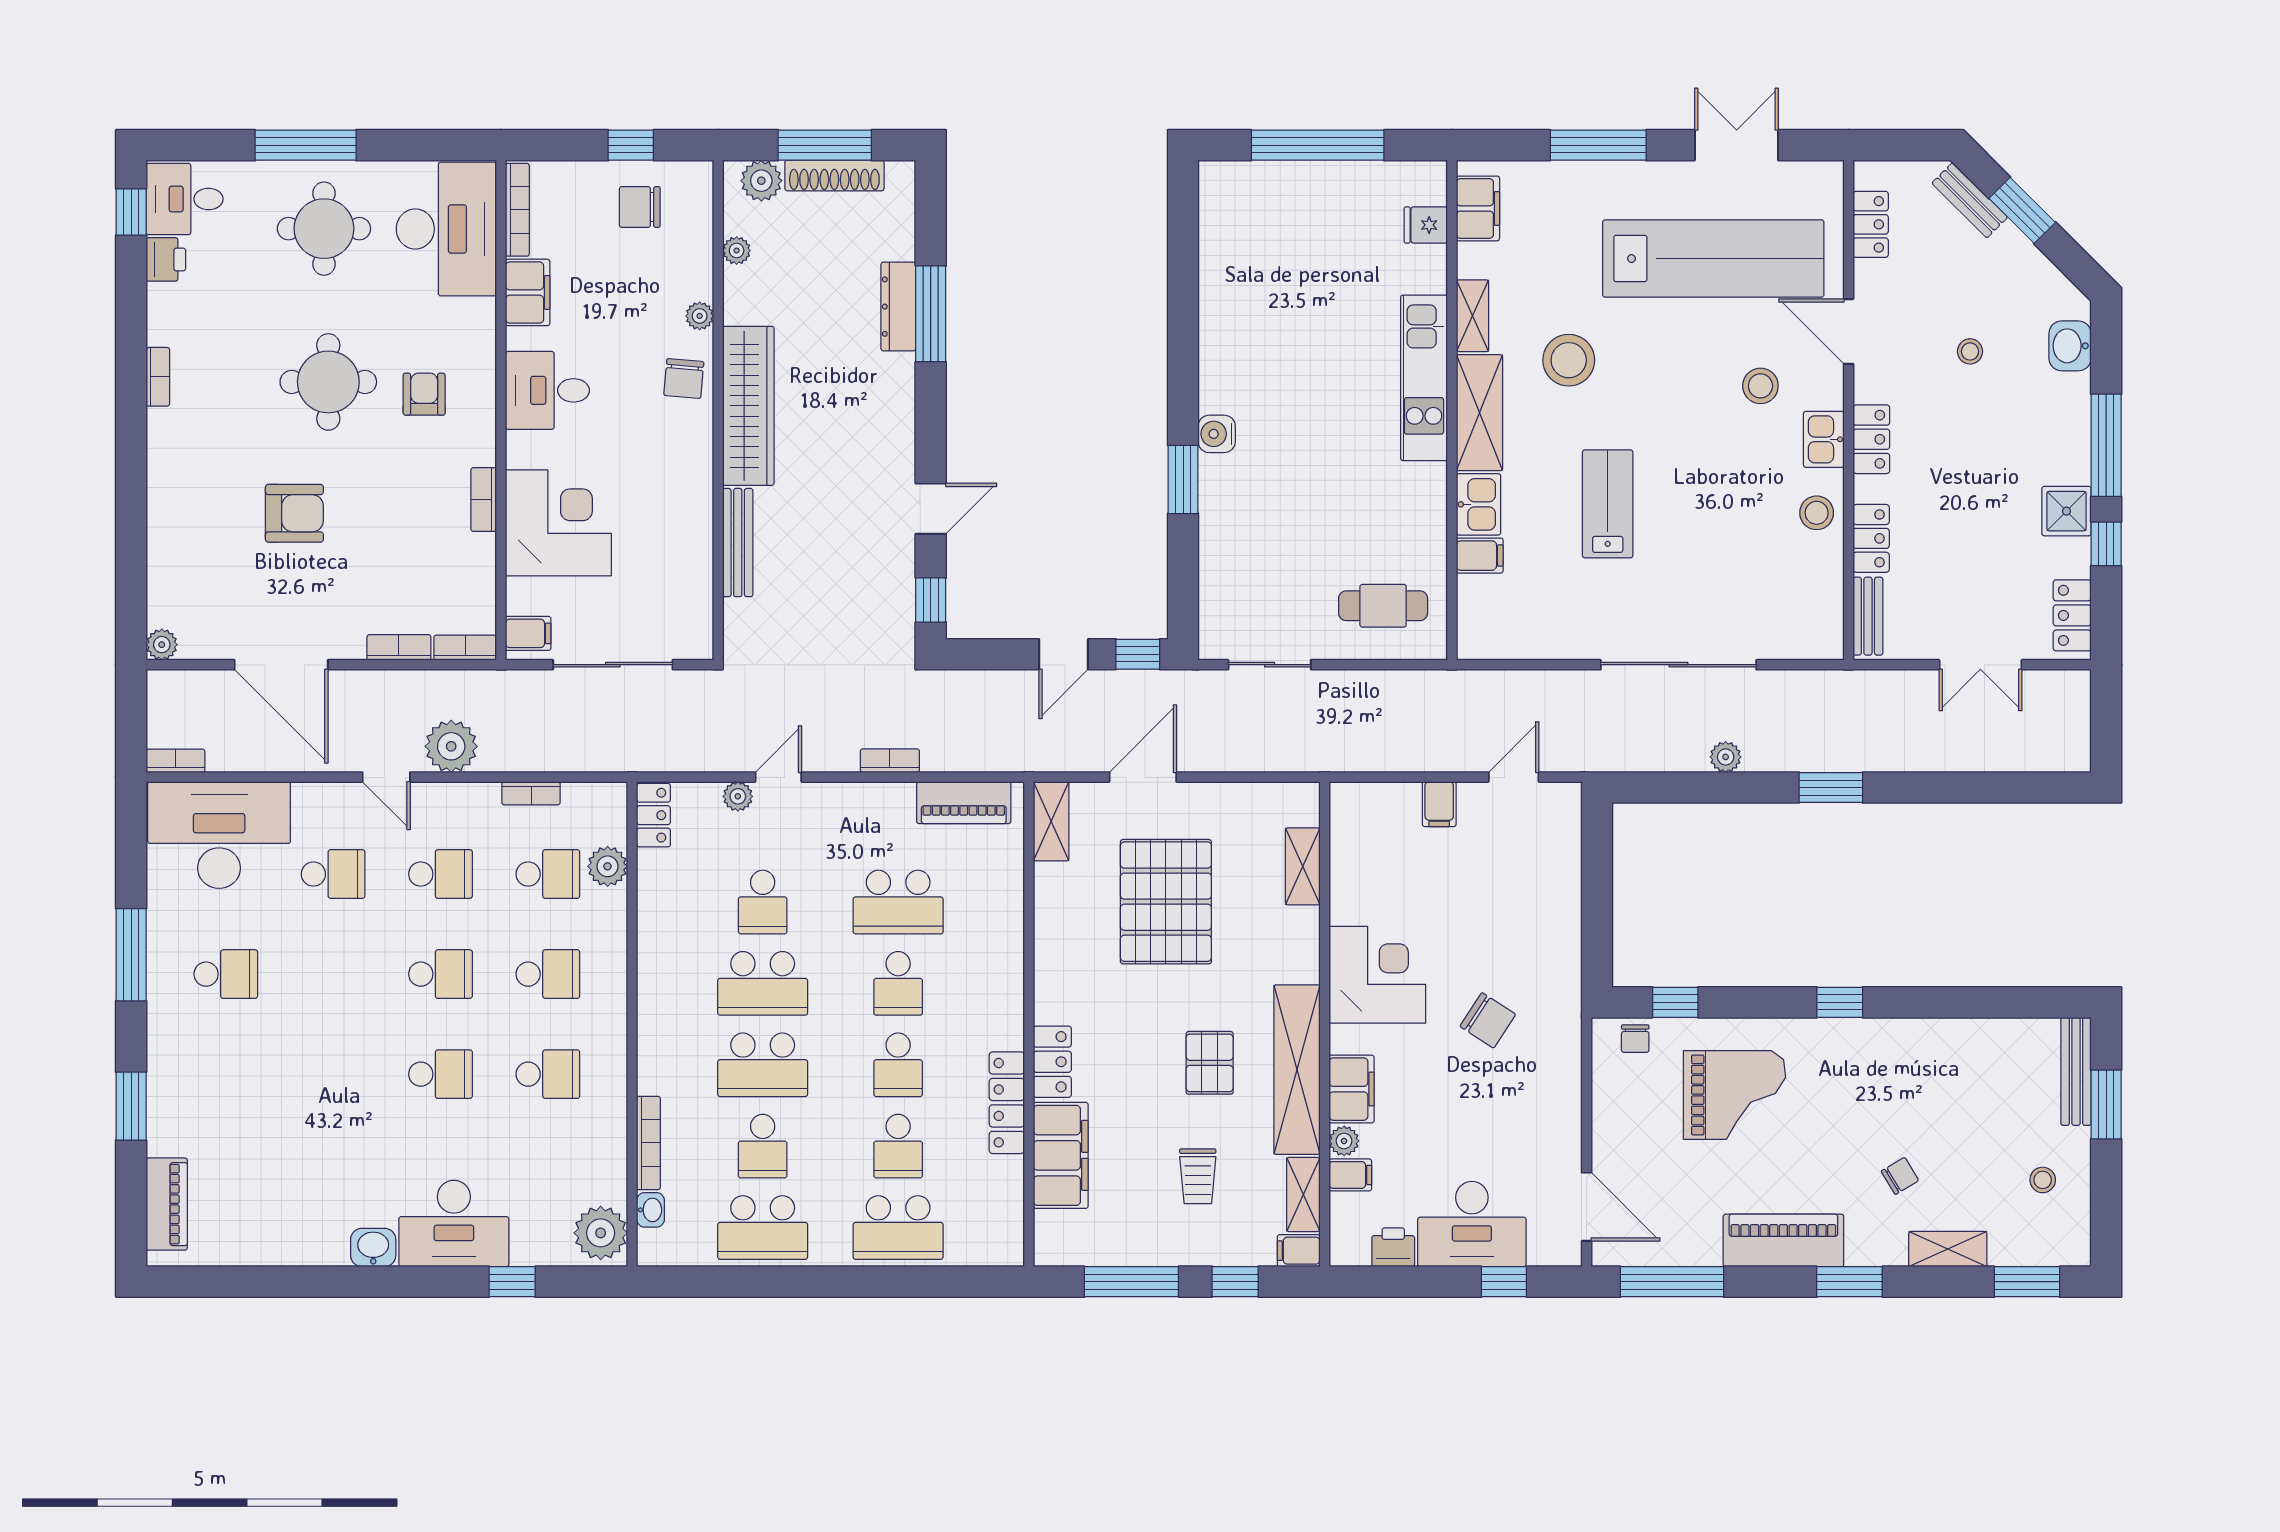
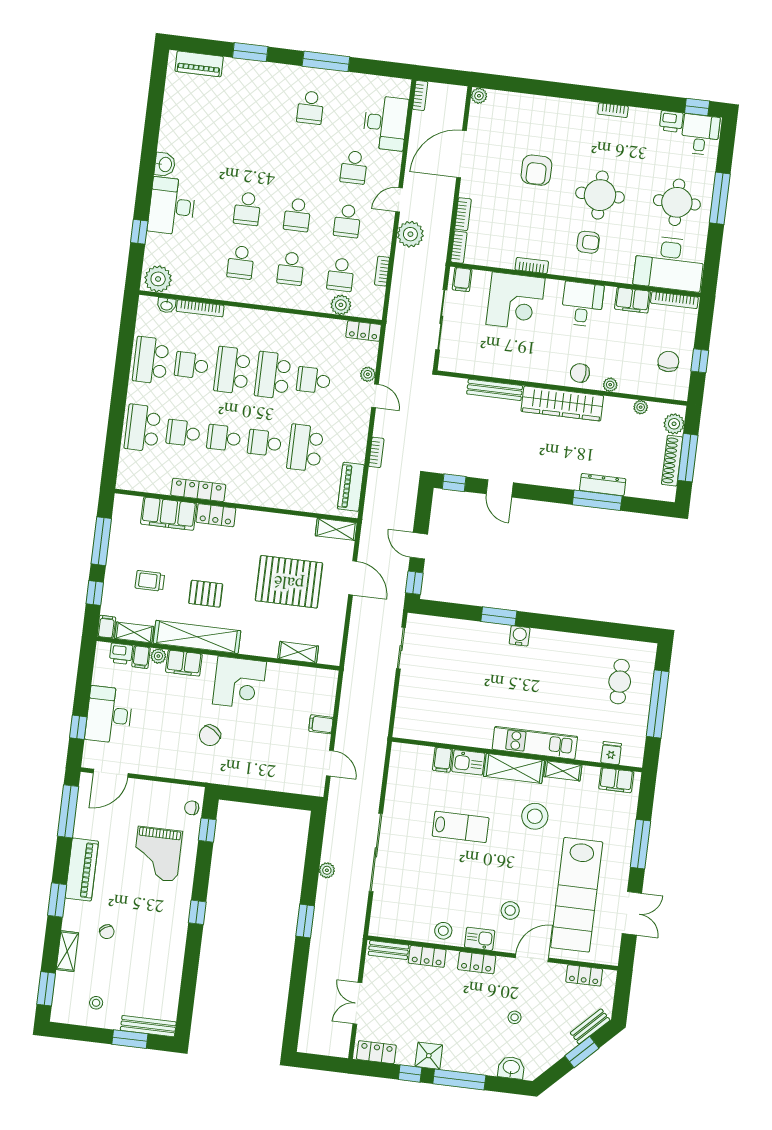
cafe table: (1383, 606) -> (620, 682), moved
desk: (219, 835) -> (385, 123), width x0.73, depth x0.77
printer: (1393, 1247) -> (121, 654), moved, turned 90

